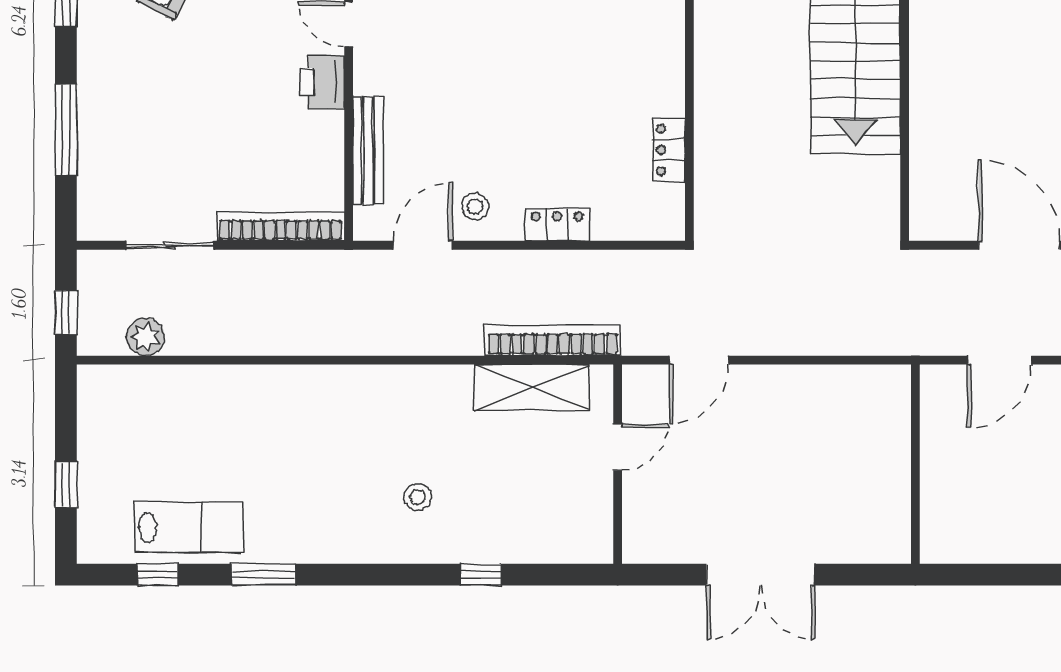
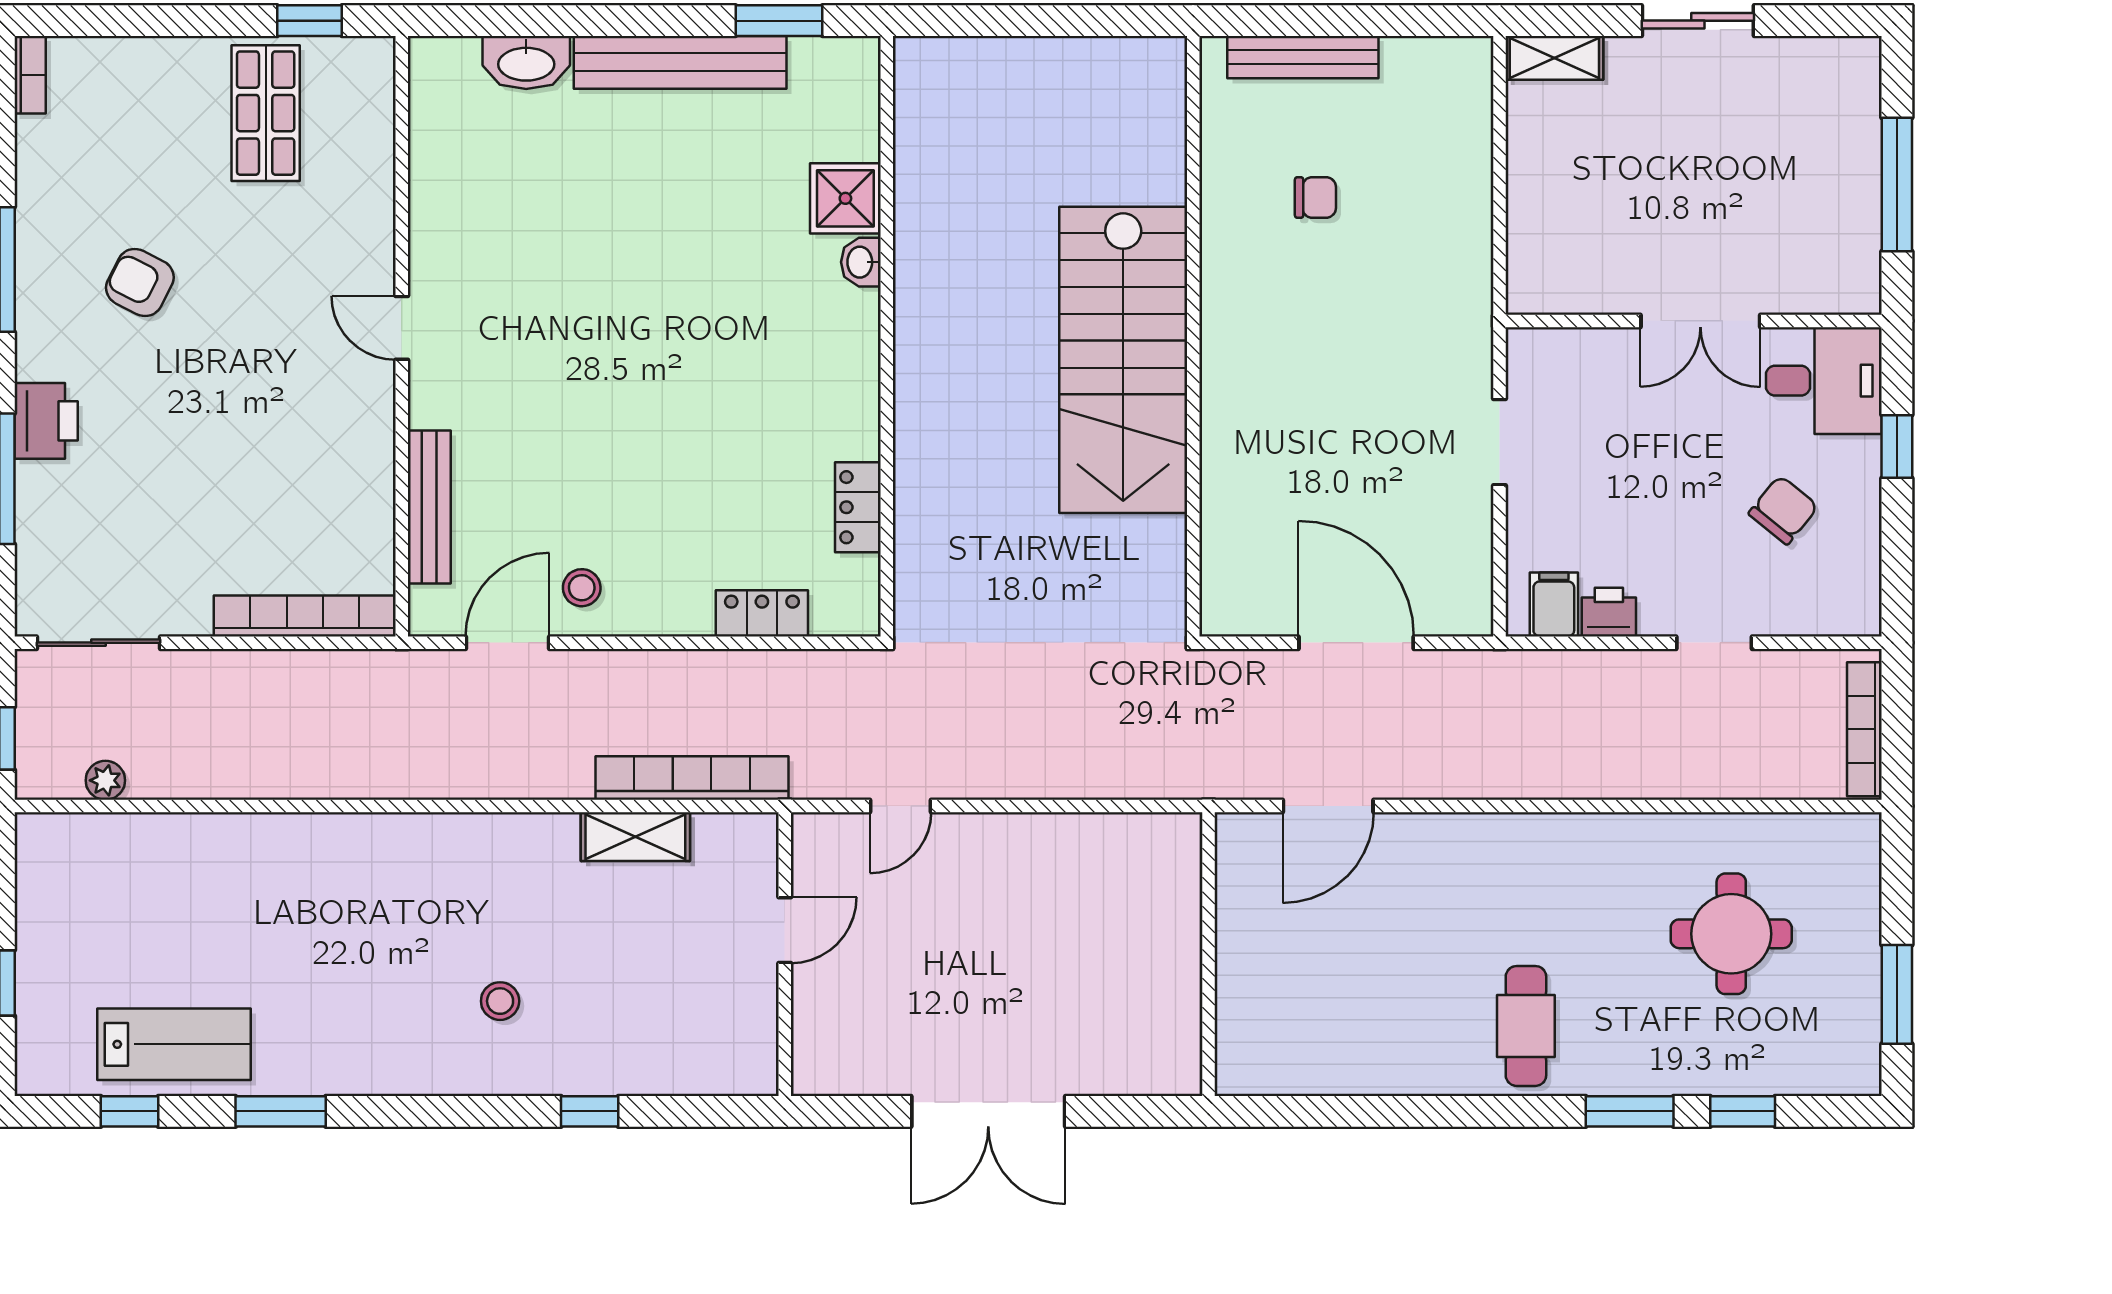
printer: (322, 82) -> (46, 421), moved, turned 180
locker: (557, 225) -> (762, 613), moved
sliding door: (170, 245) -> (99, 643), moved
plant: (146, 337) -> (105, 780), width x0.73, depth x0.73
door: (699, 360) -> (900, 806), width x0.73
shelving: (532, 387) -> (635, 837), width x0.67, depth x0.75

